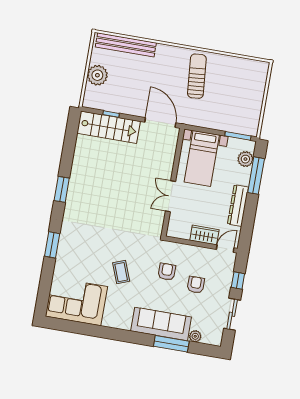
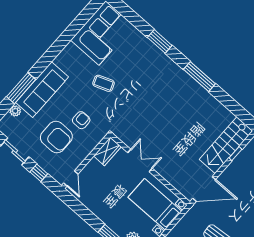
window: (62, 189) -> (199, 77), width x1.44
dresser: (238, 206) -> (99, 210), removed
wardrobe: (204, 235) -> (107, 151), moved
armchair: (167, 272) -> (81, 120), turned -90
armchair: (196, 285) -> (56, 137), width x1.88, depth x1.88

